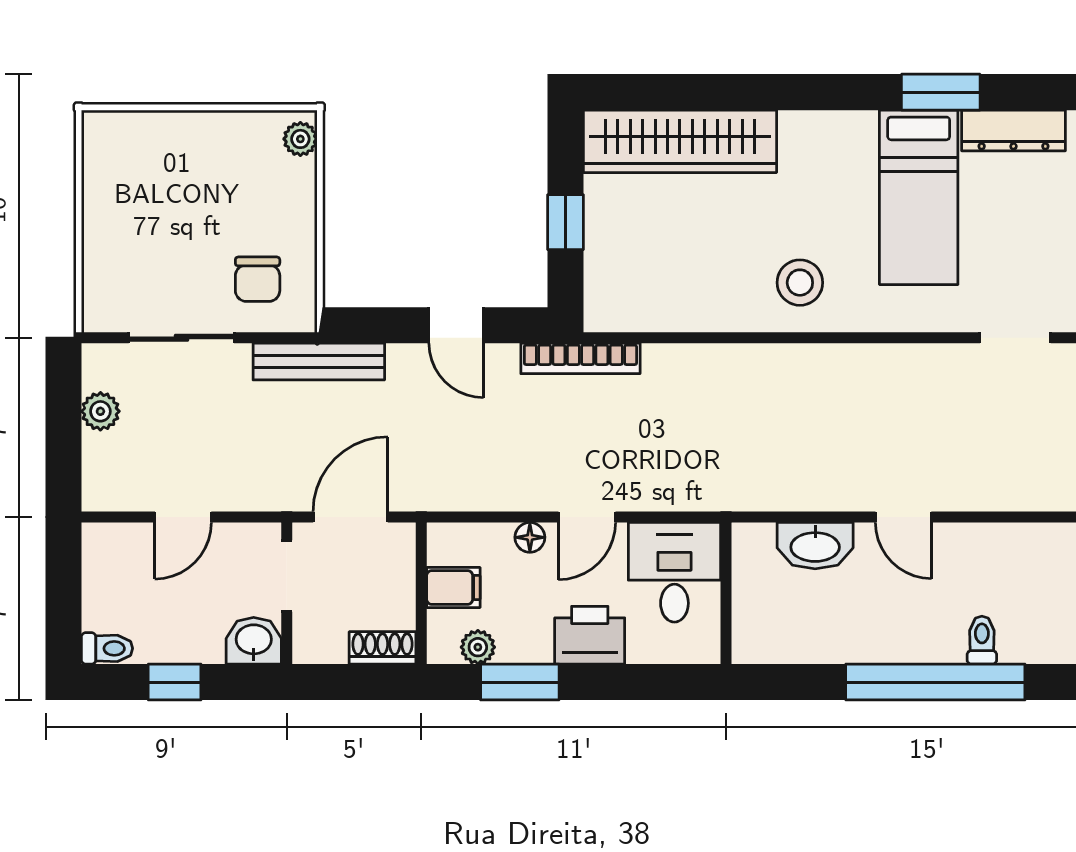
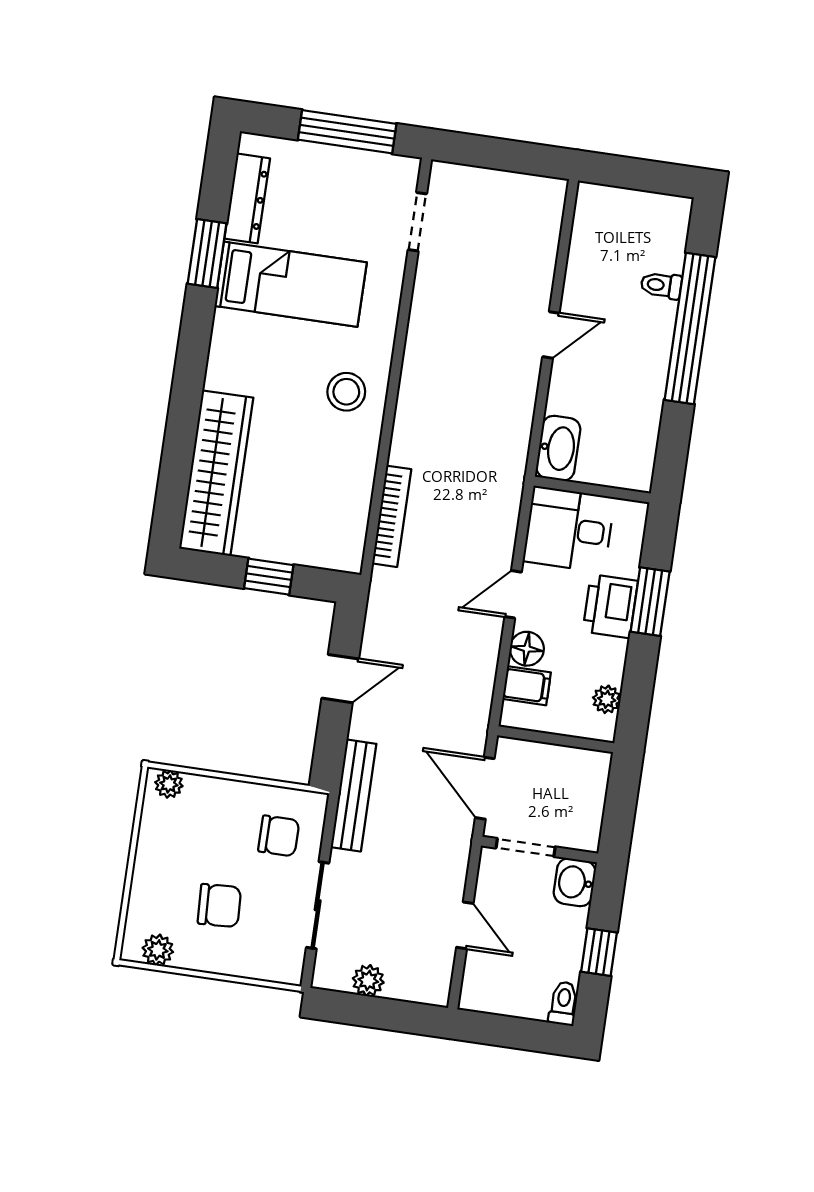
plant: (100, 155) -> (158, 950), added
chair: (164, 220) -> (219, 906), added
bookcase: (580, 358) -> (392, 516), moved
door: (587, 517) -> (513, 594), swing flipped
floor lamp: (530, 537) -> (527, 649), width x1.37, depth x1.37
washbasin: (815, 546) -> (558, 448), moved
filing cabinet: (453, 587) -> (527, 686), moved, turned 90
shoe rack: (382, 648) -> (596, 778), removed
window: (520, 682) -> (650, 602), moved

